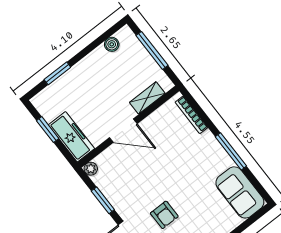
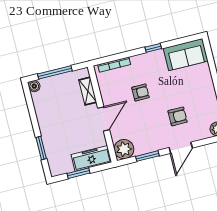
boiler: (112, 44) -> (34, 86), moved
window: (231, 151) -> (153, 48), width x0.46
armchair: (173, 160) -> (140, 92), added
plant: (91, 169) -> (124, 149), width x1.88, depth x1.88

